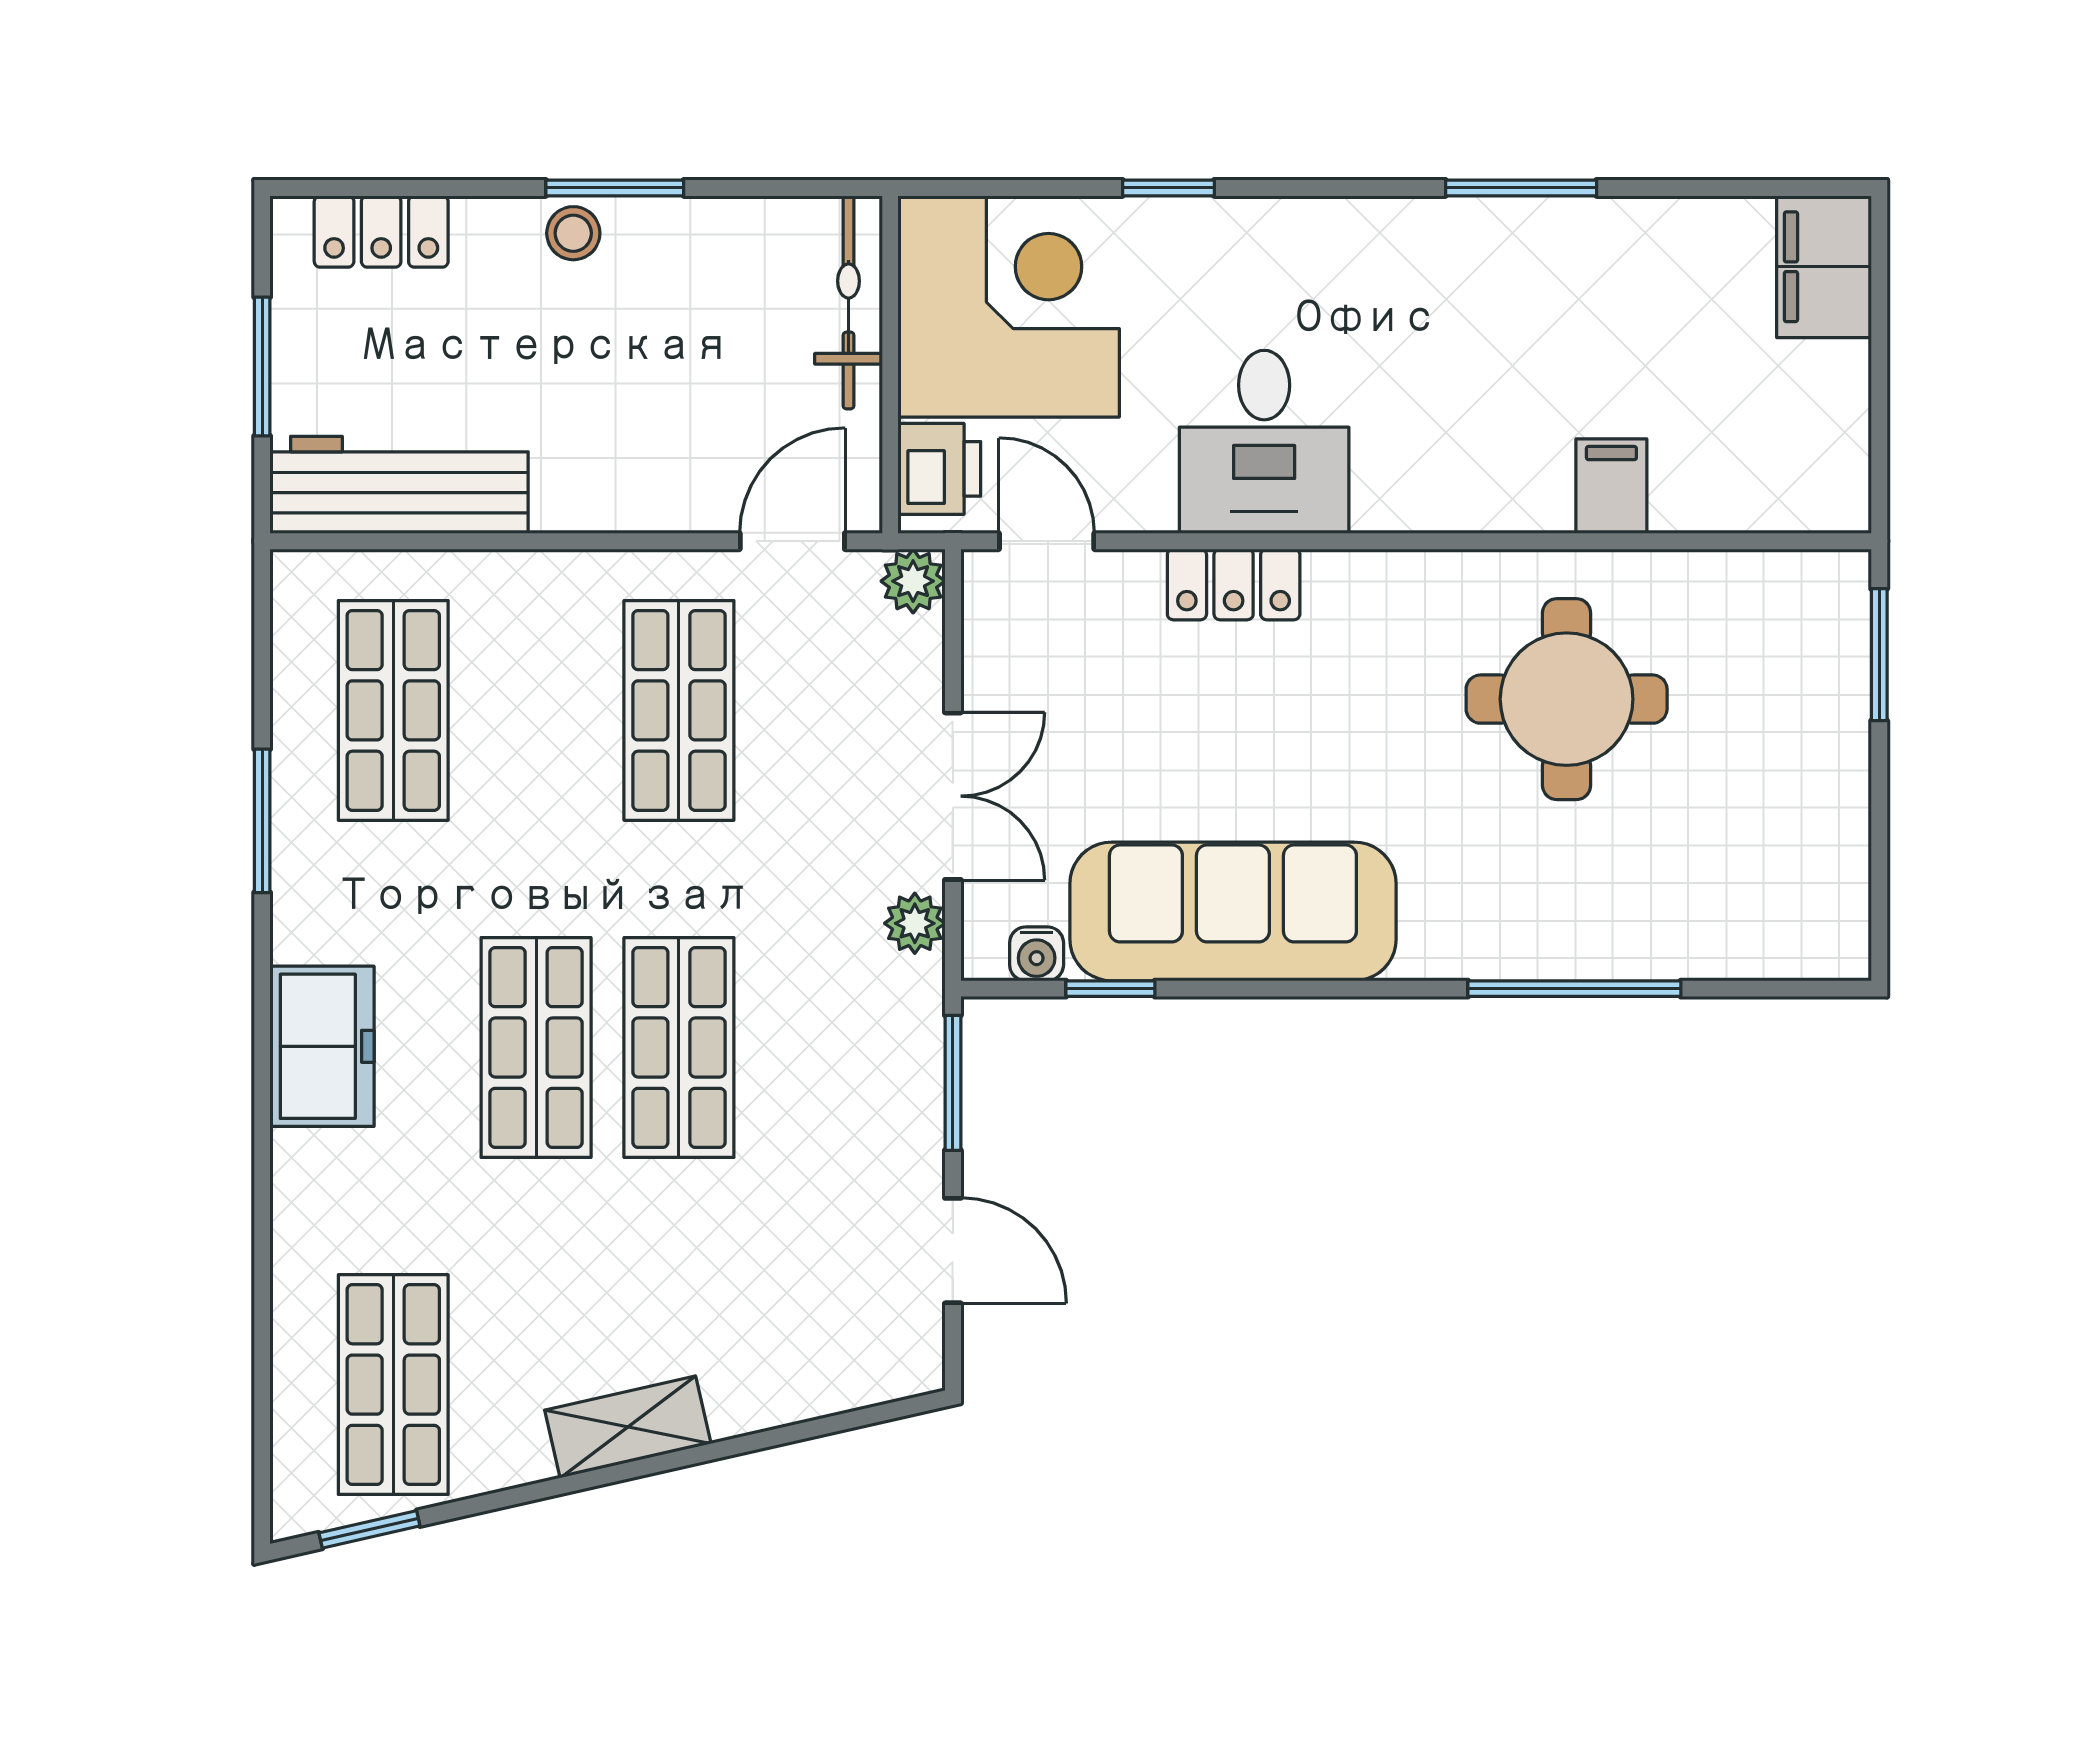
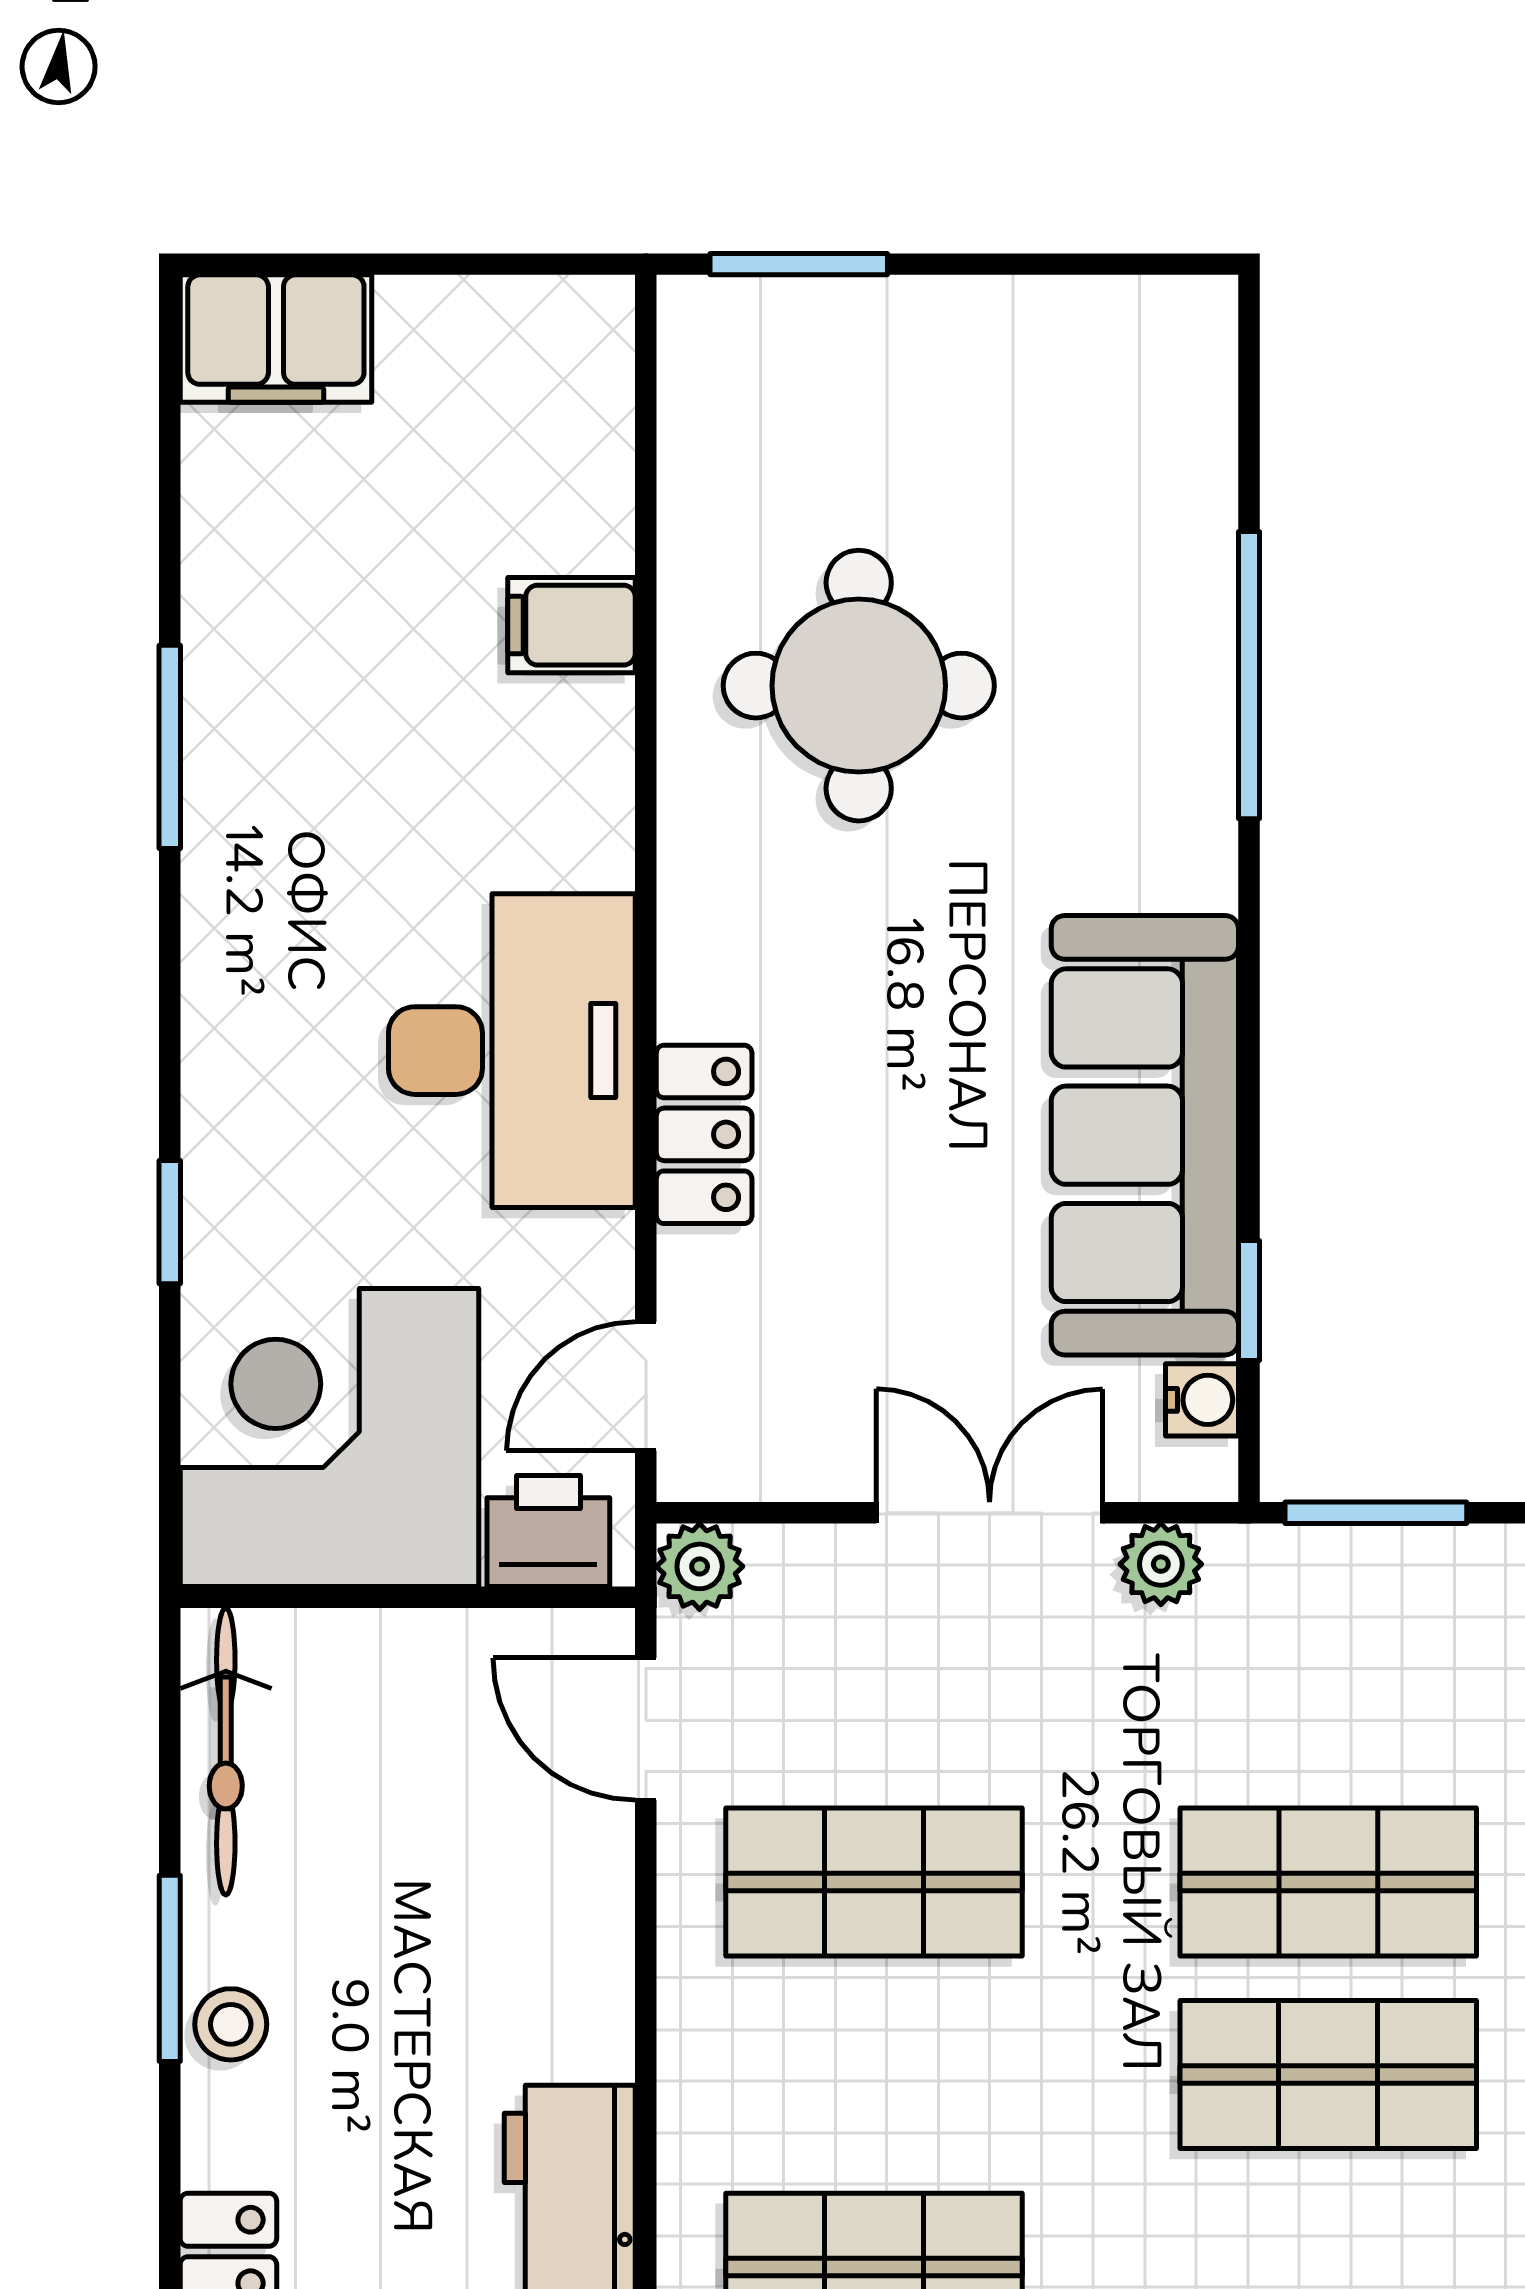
bicycle: (848, 302) -> (226, 1751), moved, turned -90
desk: (1264, 442) -> (512, 1051), width x1.37

